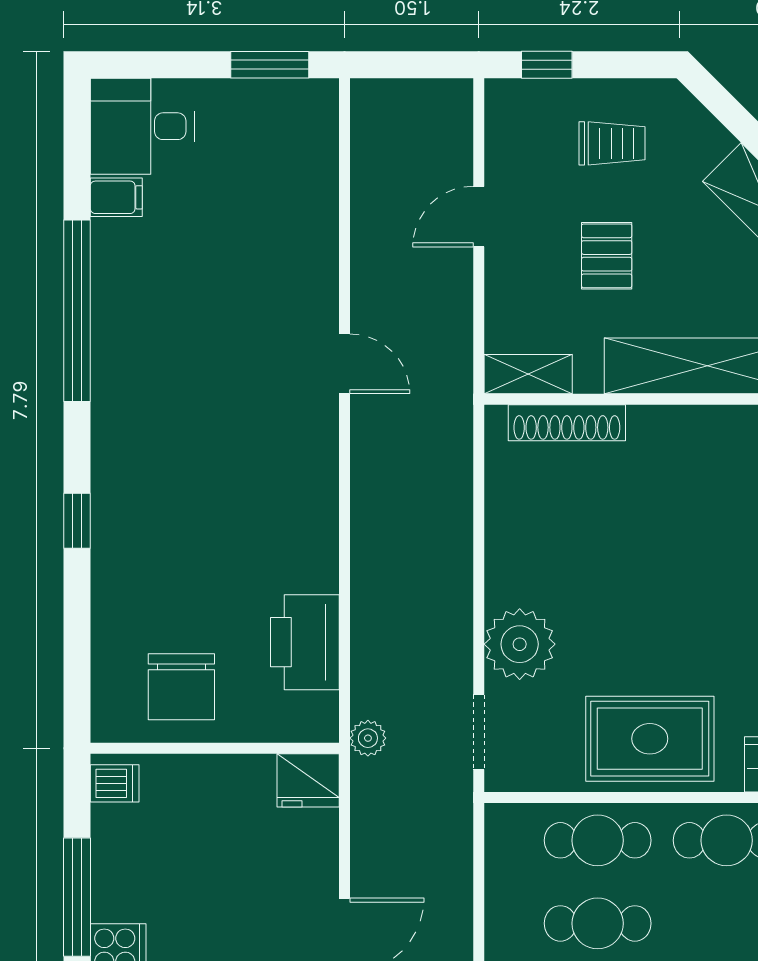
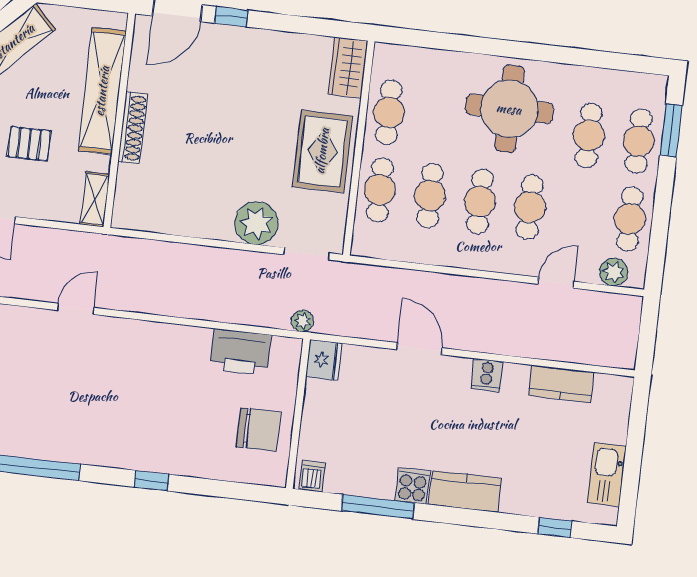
shoe rack: (567, 423) -> (133, 128), moved

